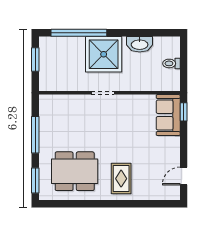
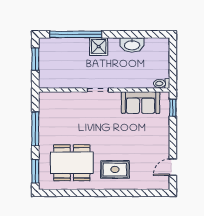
shower: (104, 54) -> (99, 47), width x0.54, depth x0.54
toilet: (171, 63) -> (162, 83), moved
sofa: (168, 115) -> (141, 103), moved, turned -90
rug: (121, 179) -> (115, 170), turned 90

